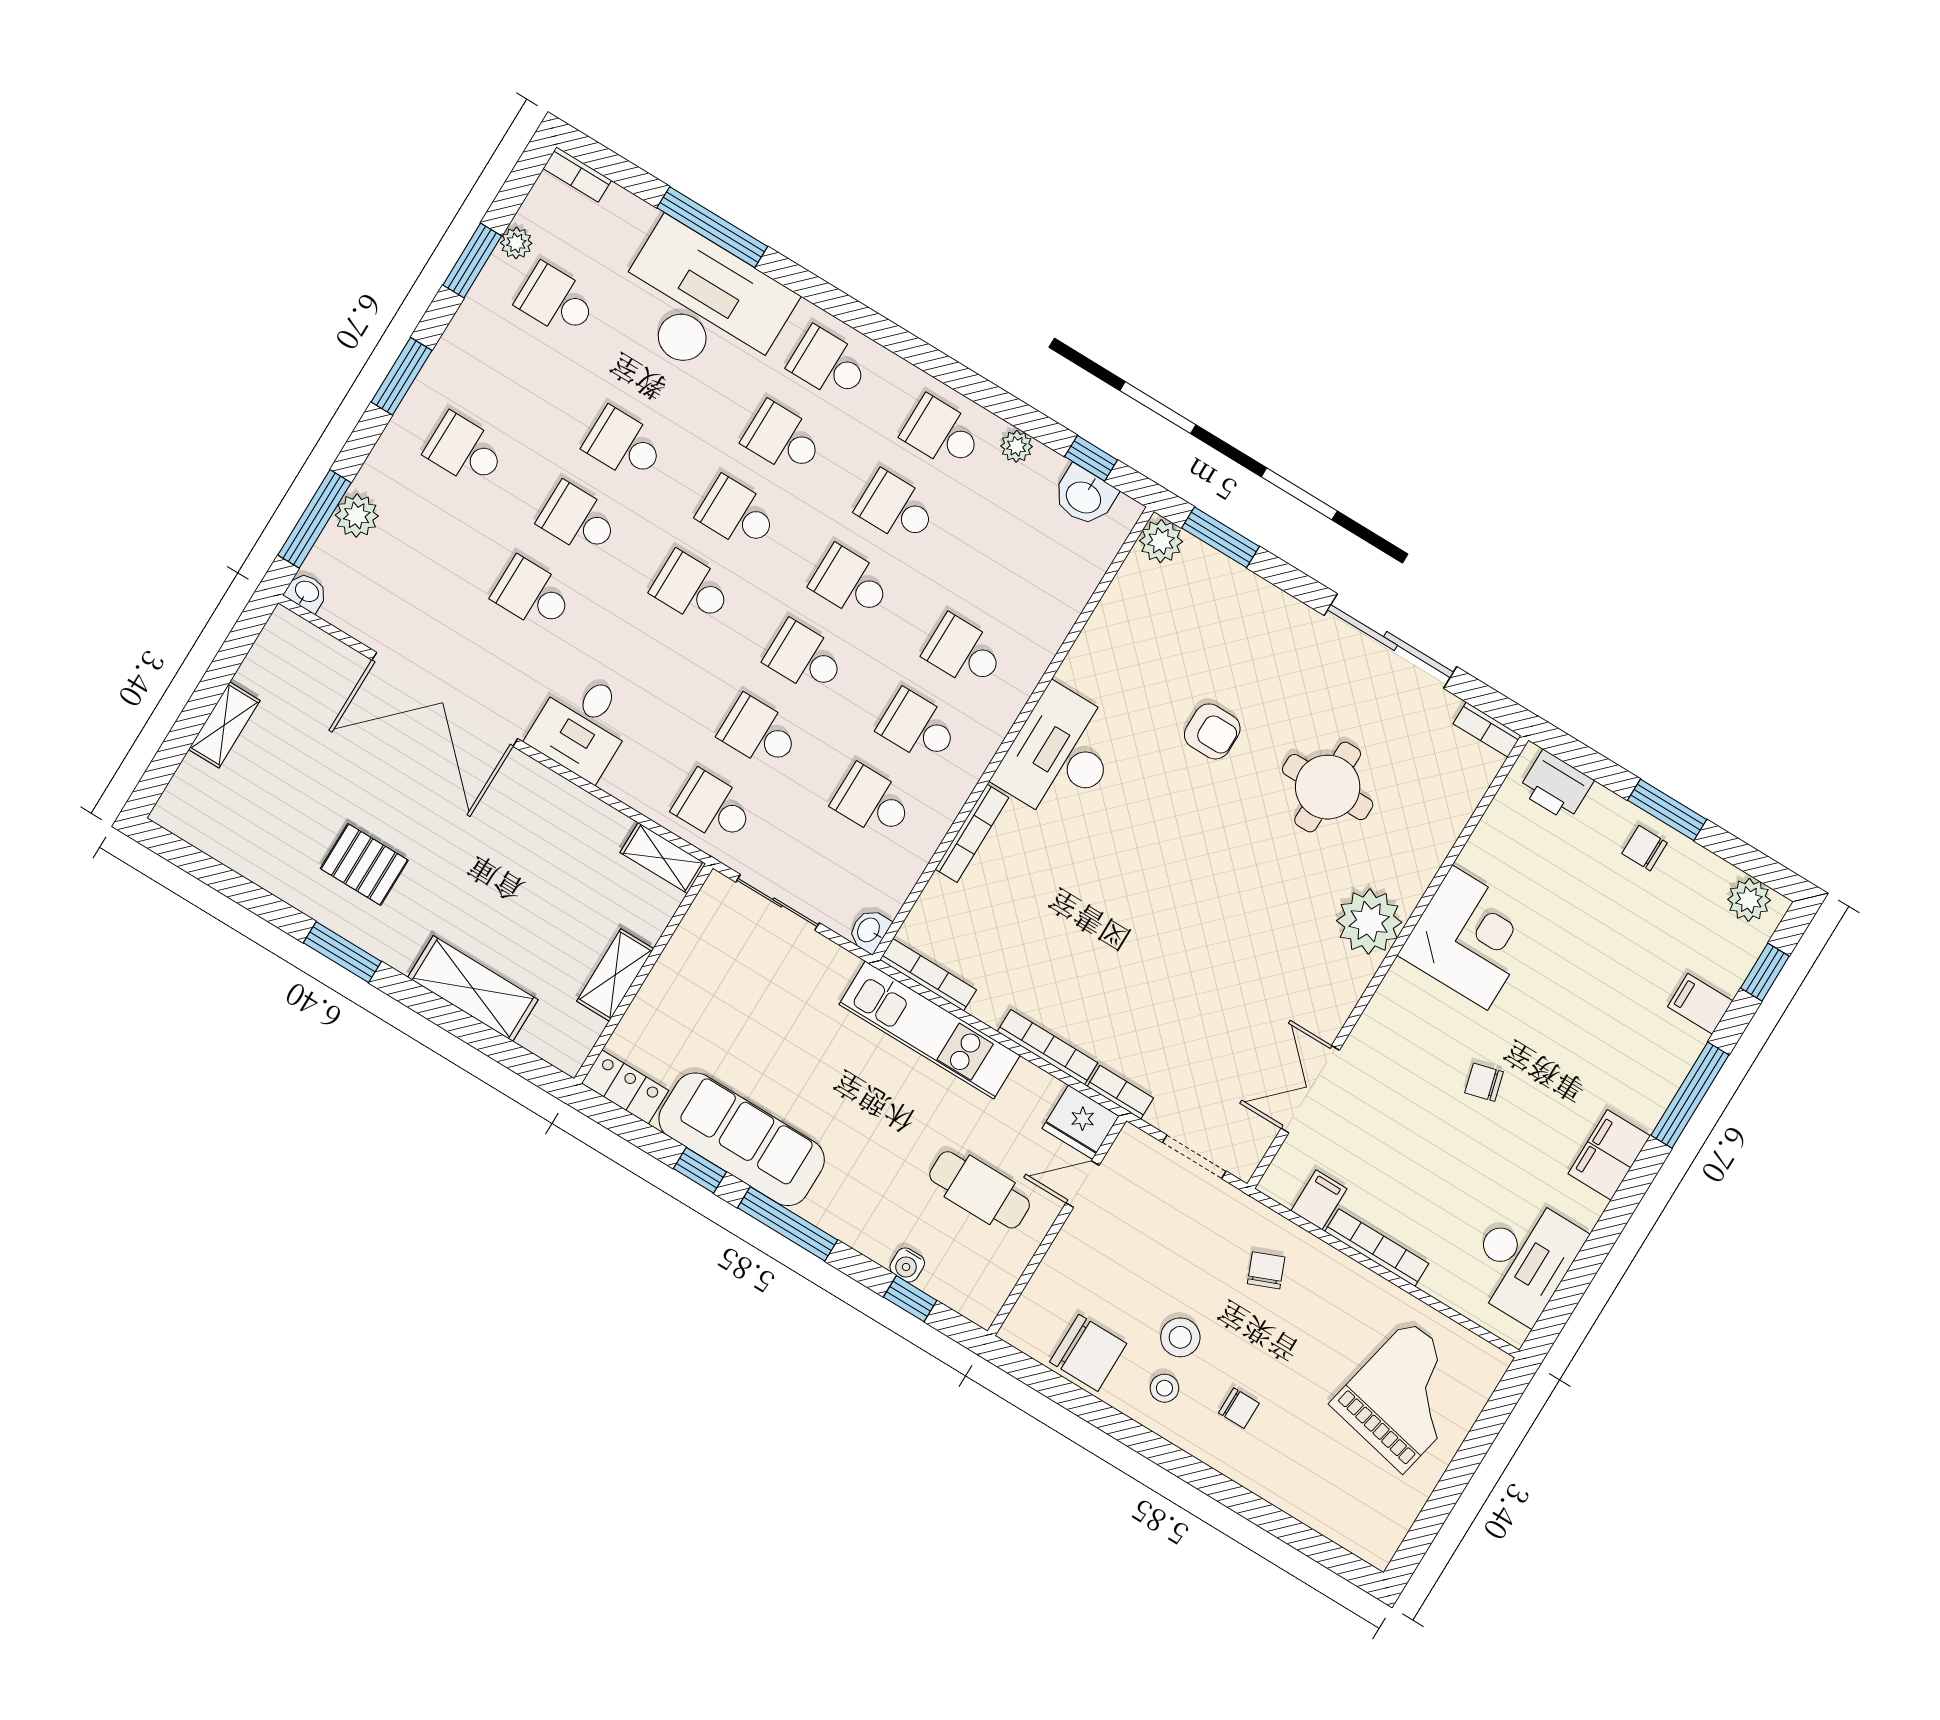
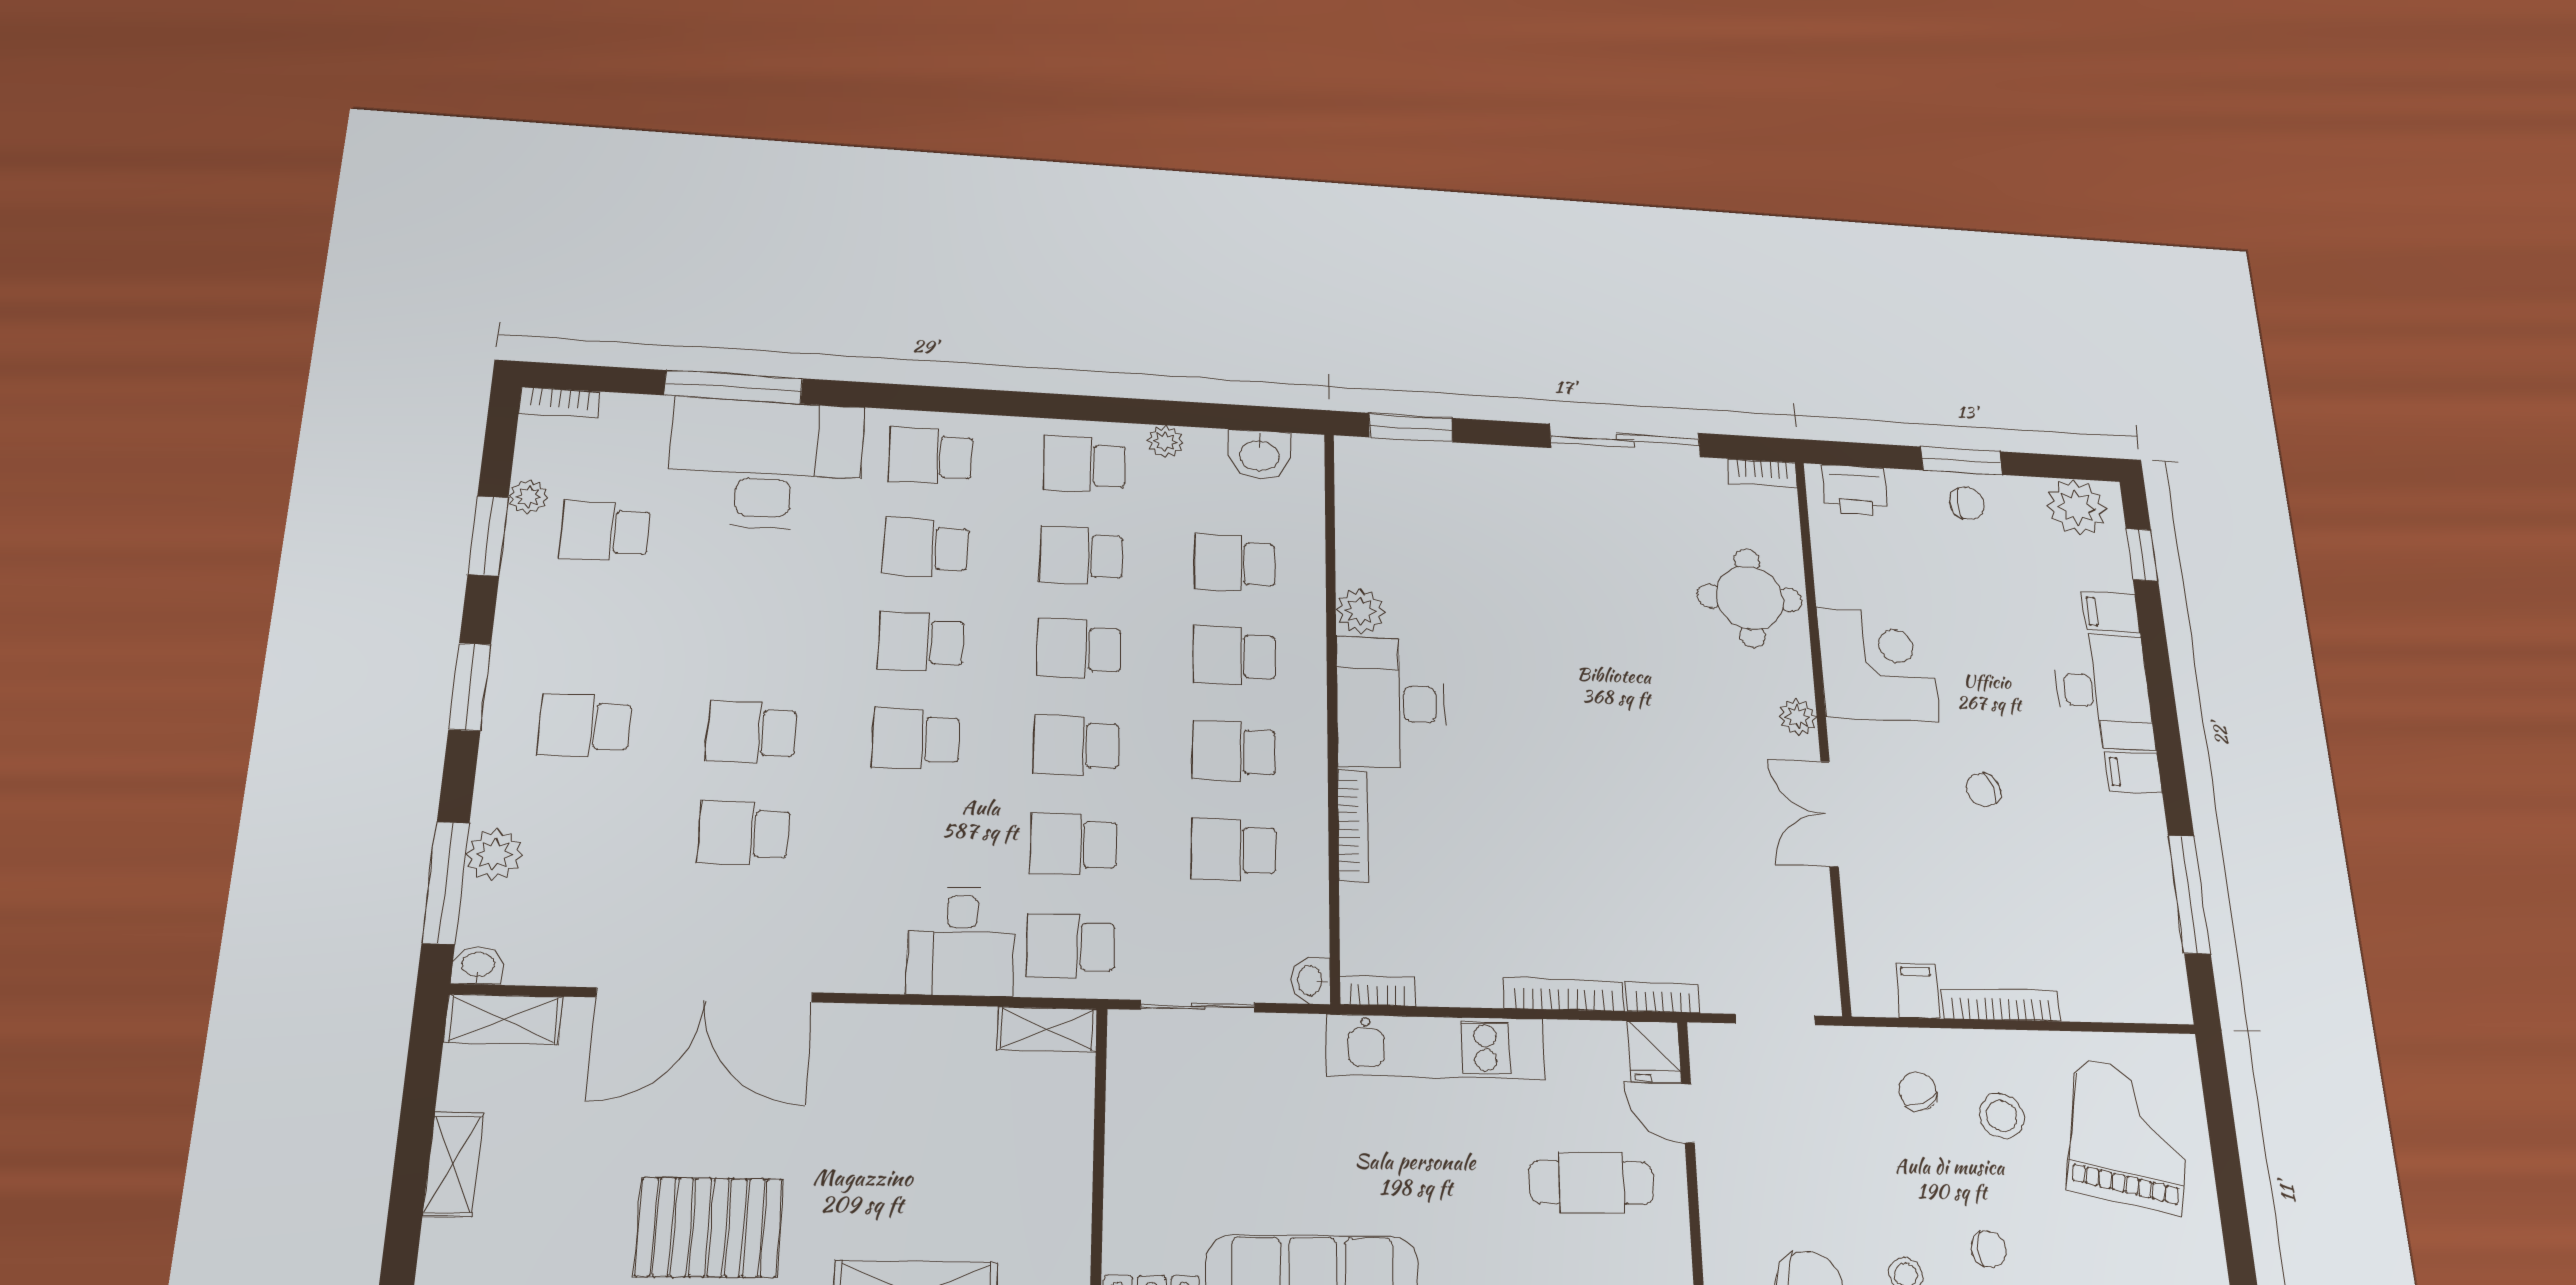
school desk: (624, 444) -> (1235, 563), moved
window: (1091, 458) -> (1244, 418), removed
plant: (1161, 541) -> (1360, 611), moved
desk: (583, 725) -> (961, 941), moved
armchair: (1212, 731) -> (1520, 605), removed
round table: (1328, 787) -> (1750, 598), moved
chair: (1645, 848) -> (1967, 503), turned 180
pallet: (364, 864) -> (709, 1227), width x1.50, depth x1.42
plant: (1749, 900) -> (2077, 507), width x1.36, depth x1.36
plant: (1369, 922) -> (1798, 717), width x0.53, depth x0.53
shelving: (615, 975) -> (503, 1019), moved, turned 90
bookcase: (928, 975) -> (1378, 991), width x0.64
double door: (1310, 1089) -> (1830, 814), moved
window: (1690, 1095) -> (2189, 894), moved
fridge: (1081, 1122) -> (1654, 1051), width x0.72
filing cabinet: (1609, 1155) -> (2133, 772), width x0.50
door: (1082, 1184) -> (1688, 1113), hinge flipped
desk: (1524, 1259) -> (2103, 691), moved
stool: (1180, 1337) -> (2002, 1116), moved

